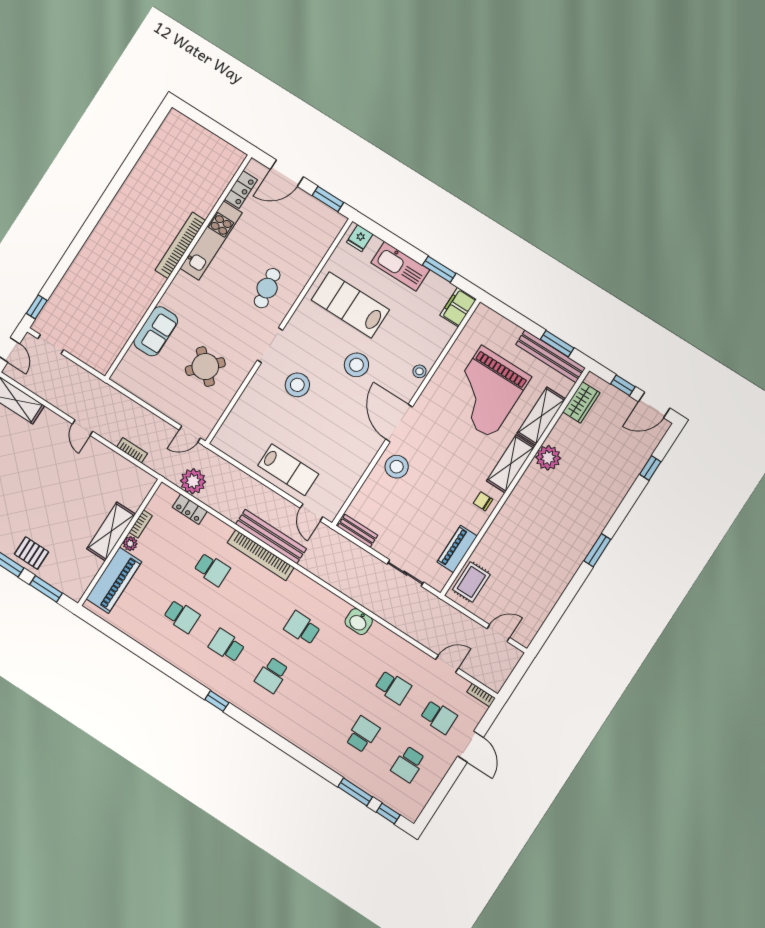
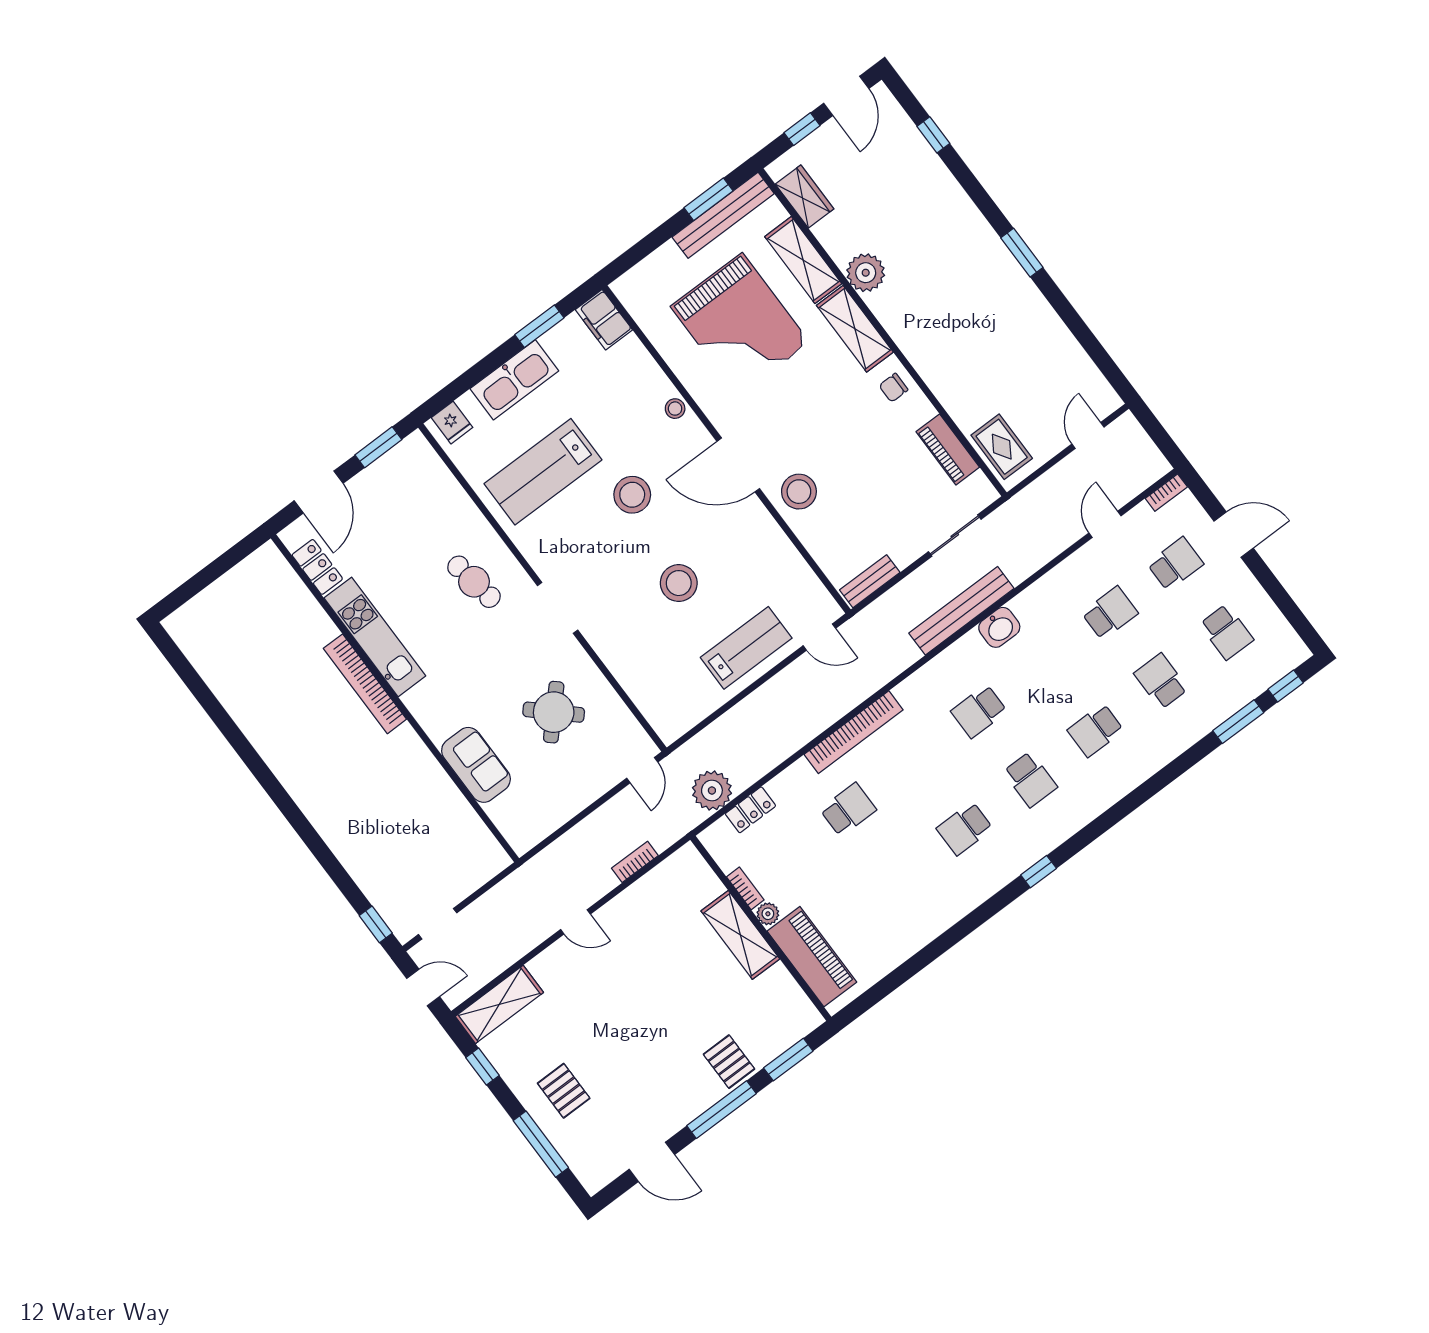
stool: (297, 385) -> (679, 583), moved
bench: (271, 536) -> (961, 611), moved
pallet: (32, 553) -> (729, 1062), turned 90
school desk: (182, 616) -> (1096, 730), moved, turned 180

